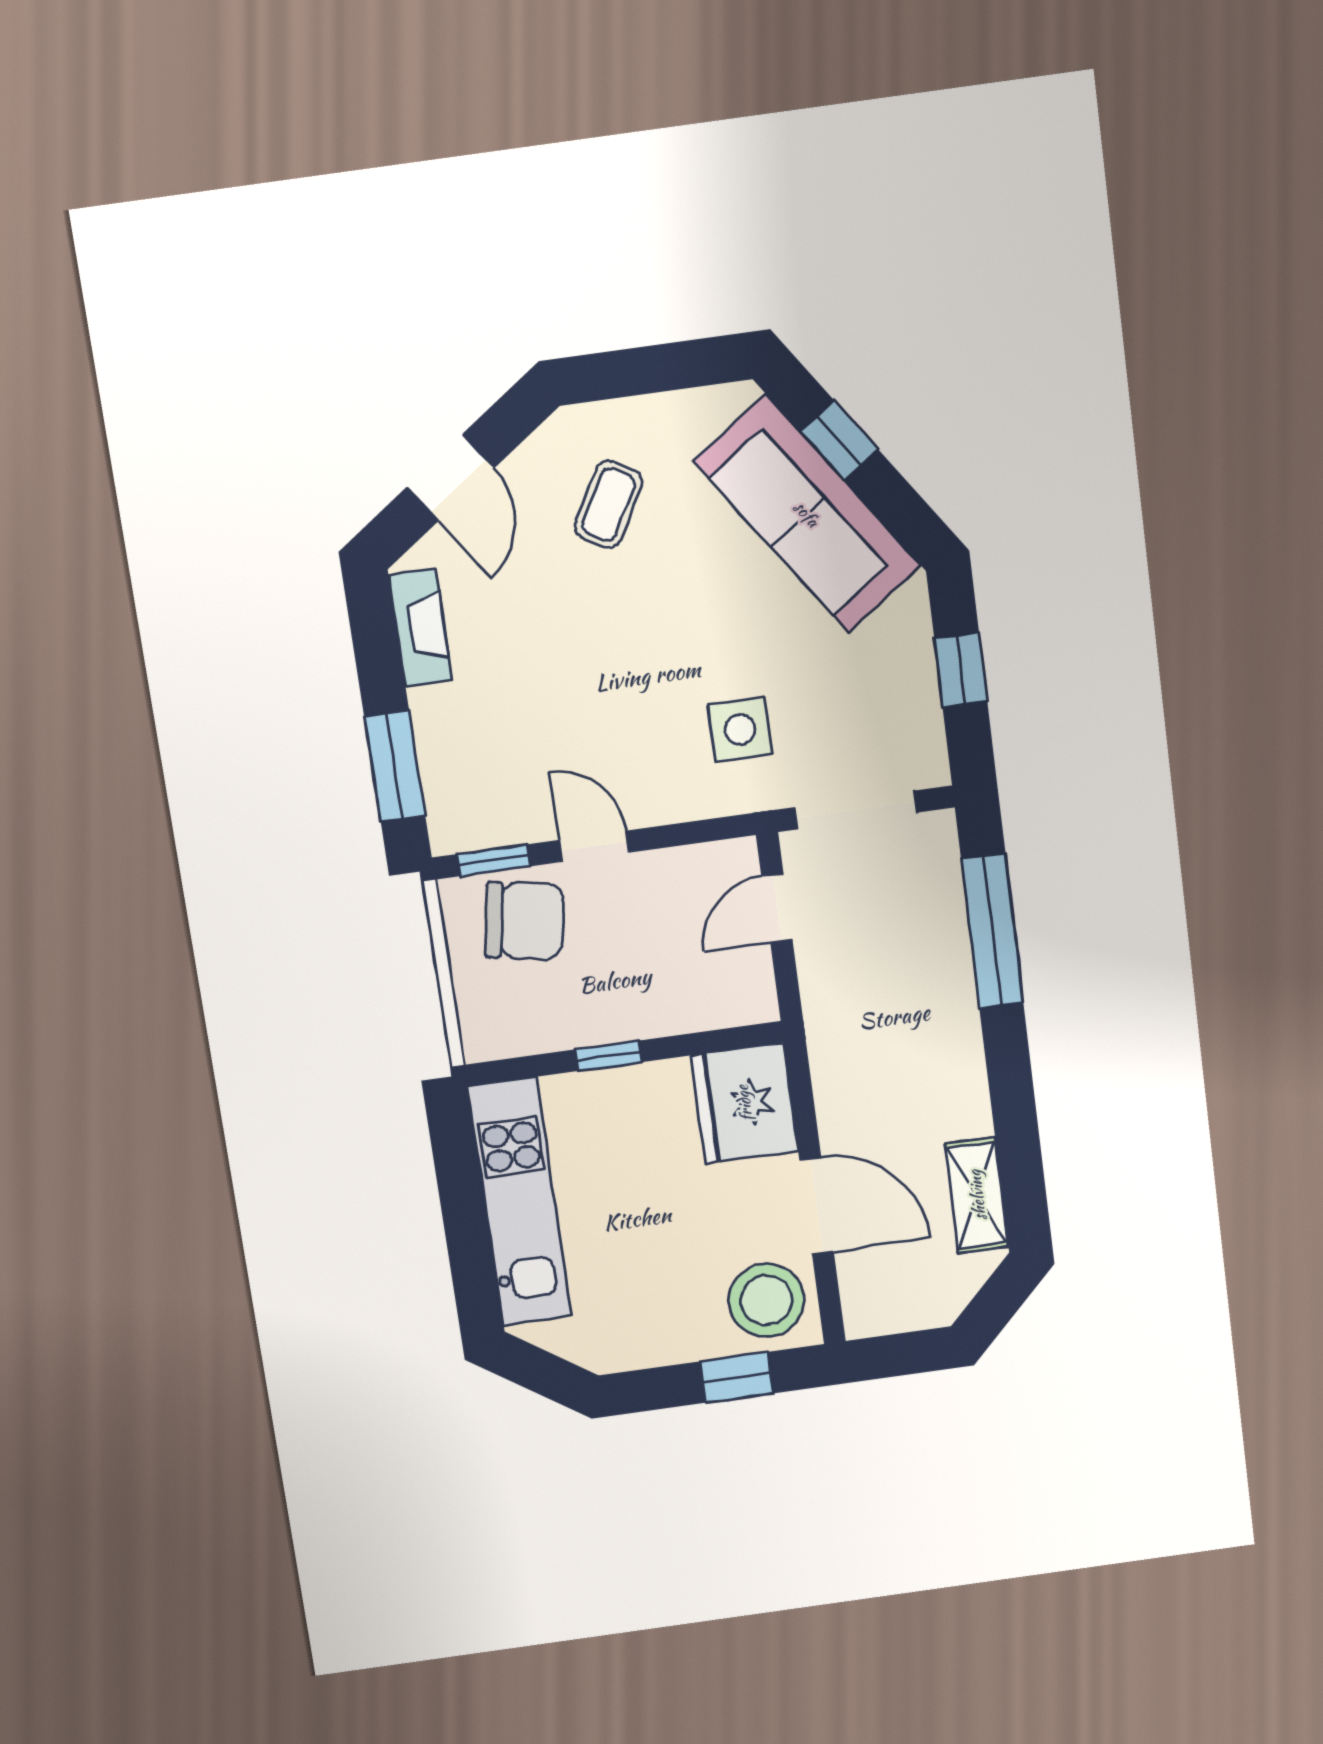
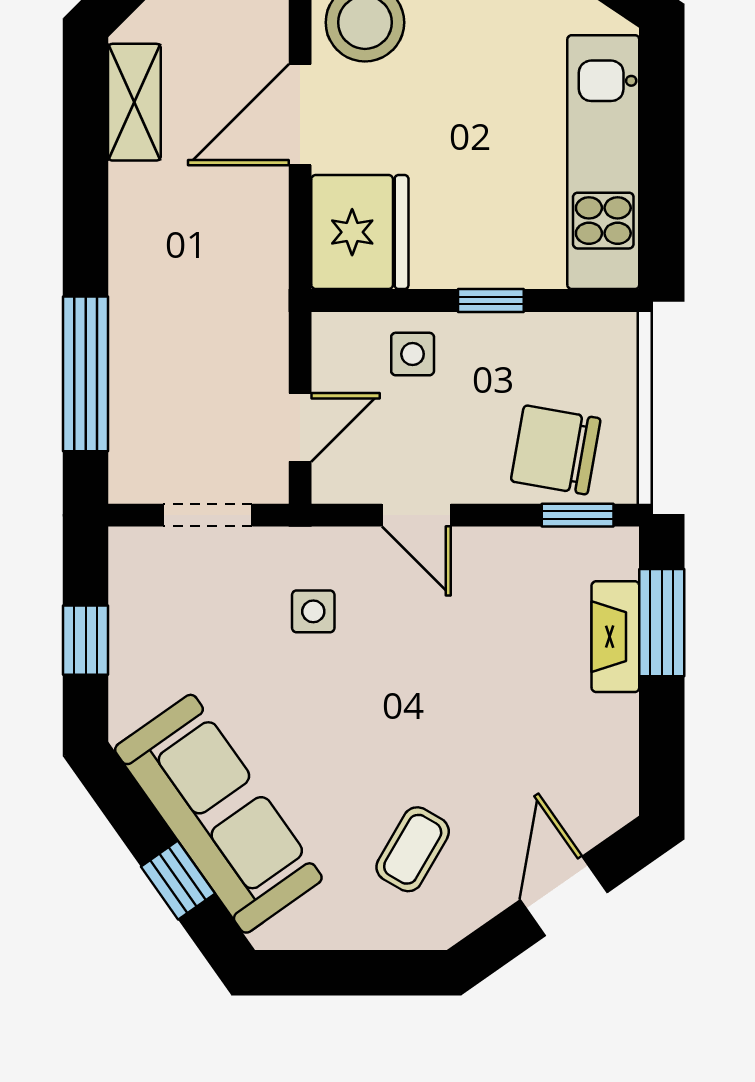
fireplace: (420, 628) -> (615, 637), moved
side table: (740, 729) -> (313, 611), width x0.73, depth x0.73
doorway: (856, 810) -> (208, 515), width x0.73
door: (594, 846) -> (416, 515), moved
side table: (677, 994) -> (413, 354), added
door: (817, 1206) -> (300, 115), hinge flipped

